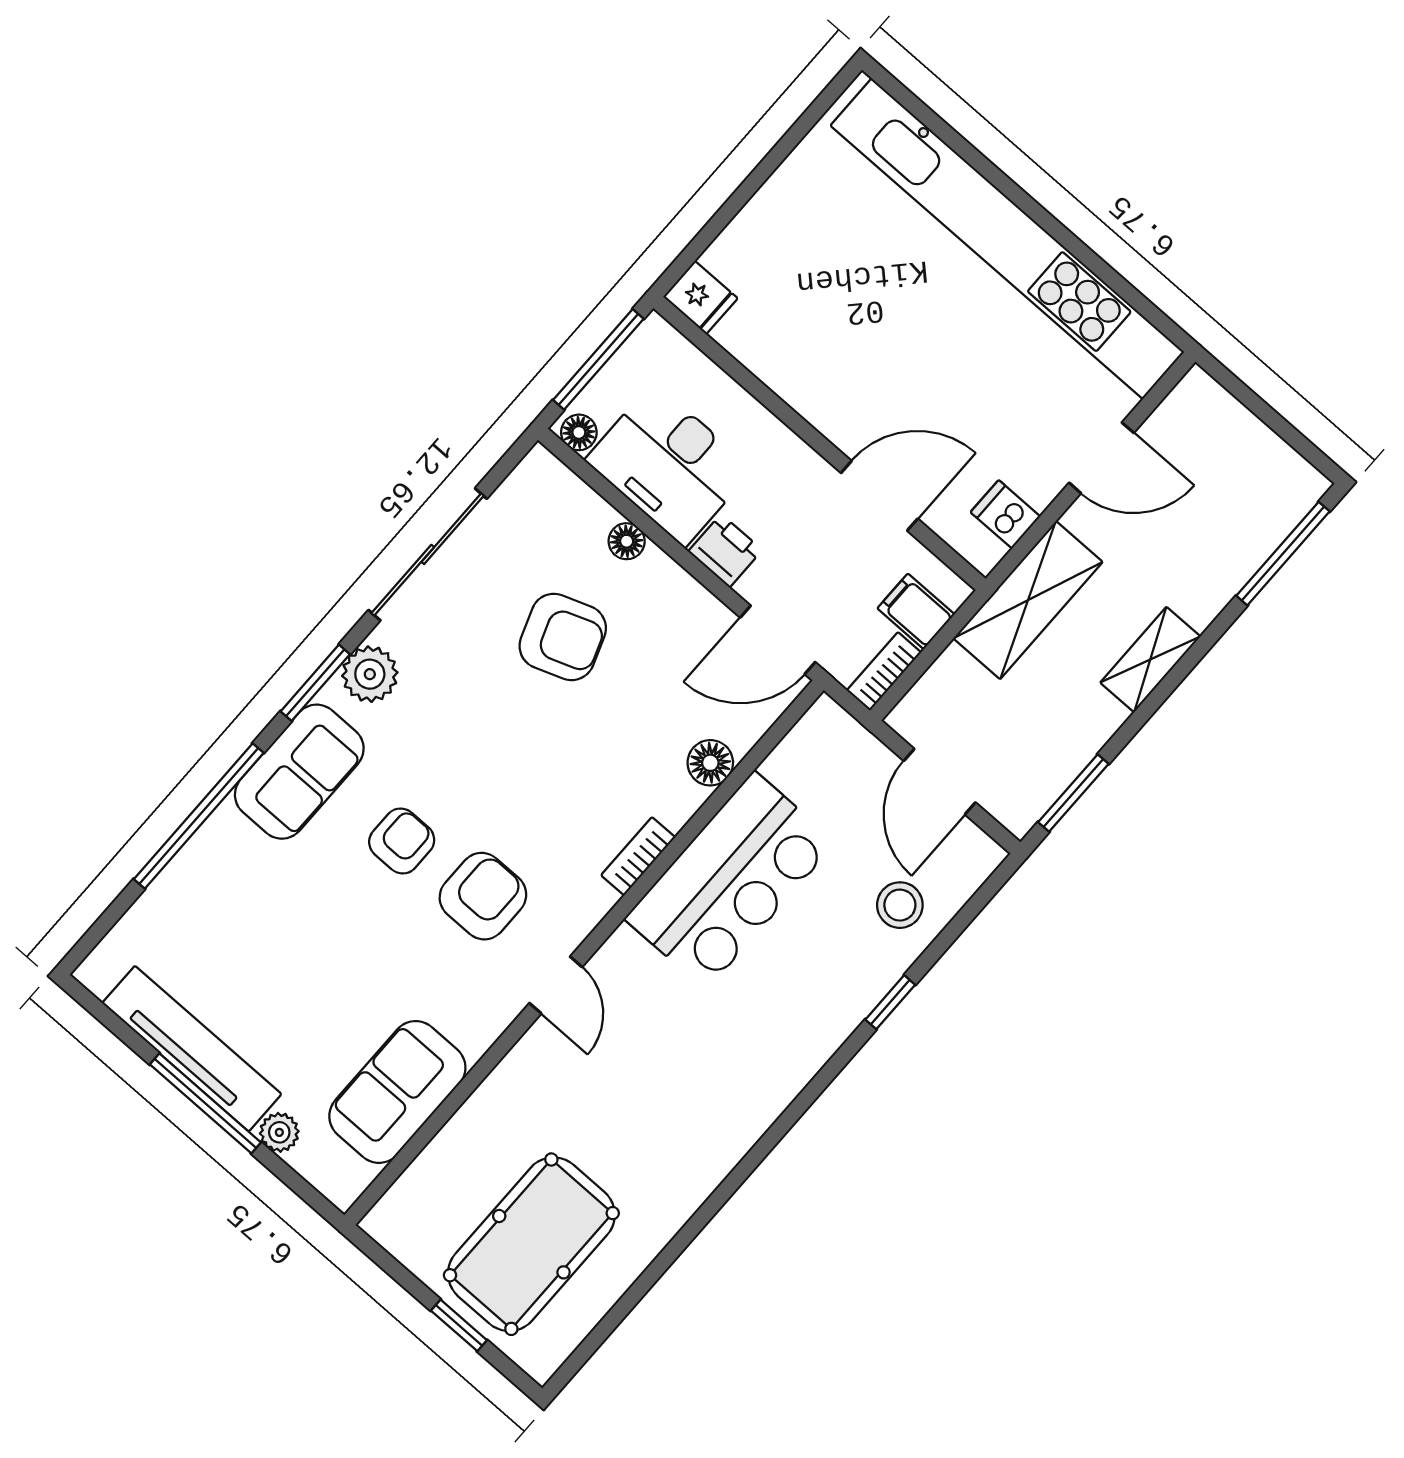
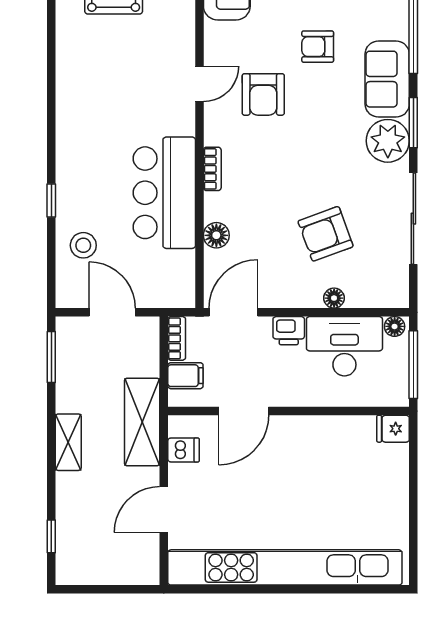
window: (1283, 554) -> (51, 536), width x0.46
plant: (370, 674) -> (388, 141), width x1.36, depth x1.36
armchair: (402, 841) -> (318, 47), moved, turned 90
door: (556, 985) -> (199, 84), swing flipped

